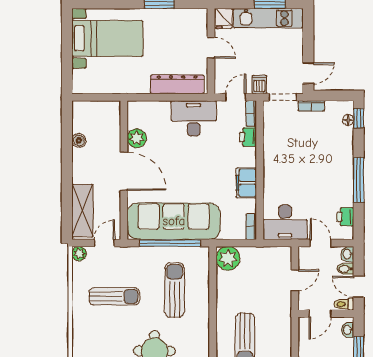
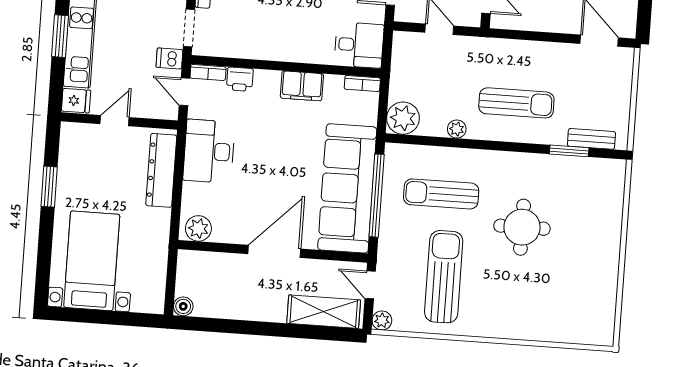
plant: (137, 138) -> (198, 228), moved
boiler: (79, 140) -> (183, 306), moved
desk: (285, 222) -> (359, 45), width x0.73
sun lounger: (114, 296) -> (444, 277), width x1.36, depth x1.34
plant: (223, 298) -> (457, 129), added

